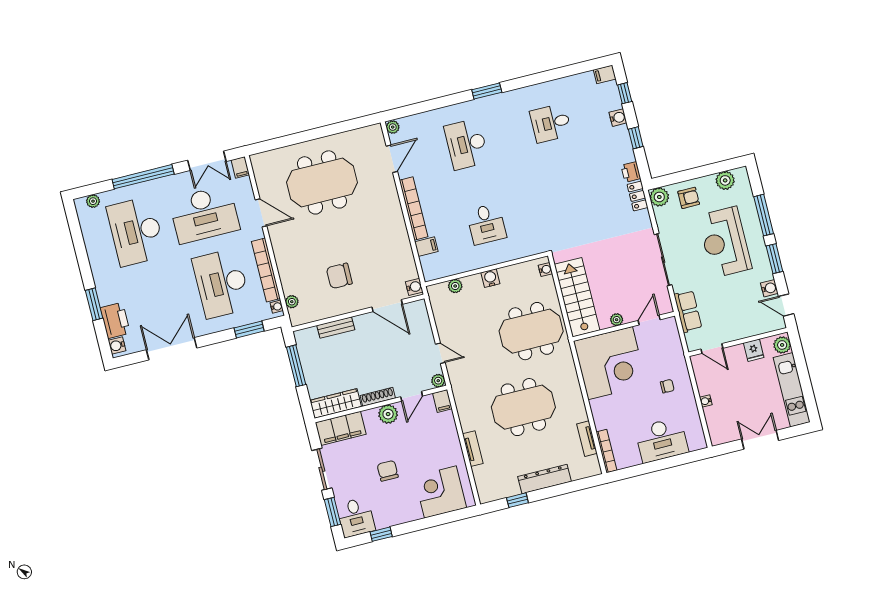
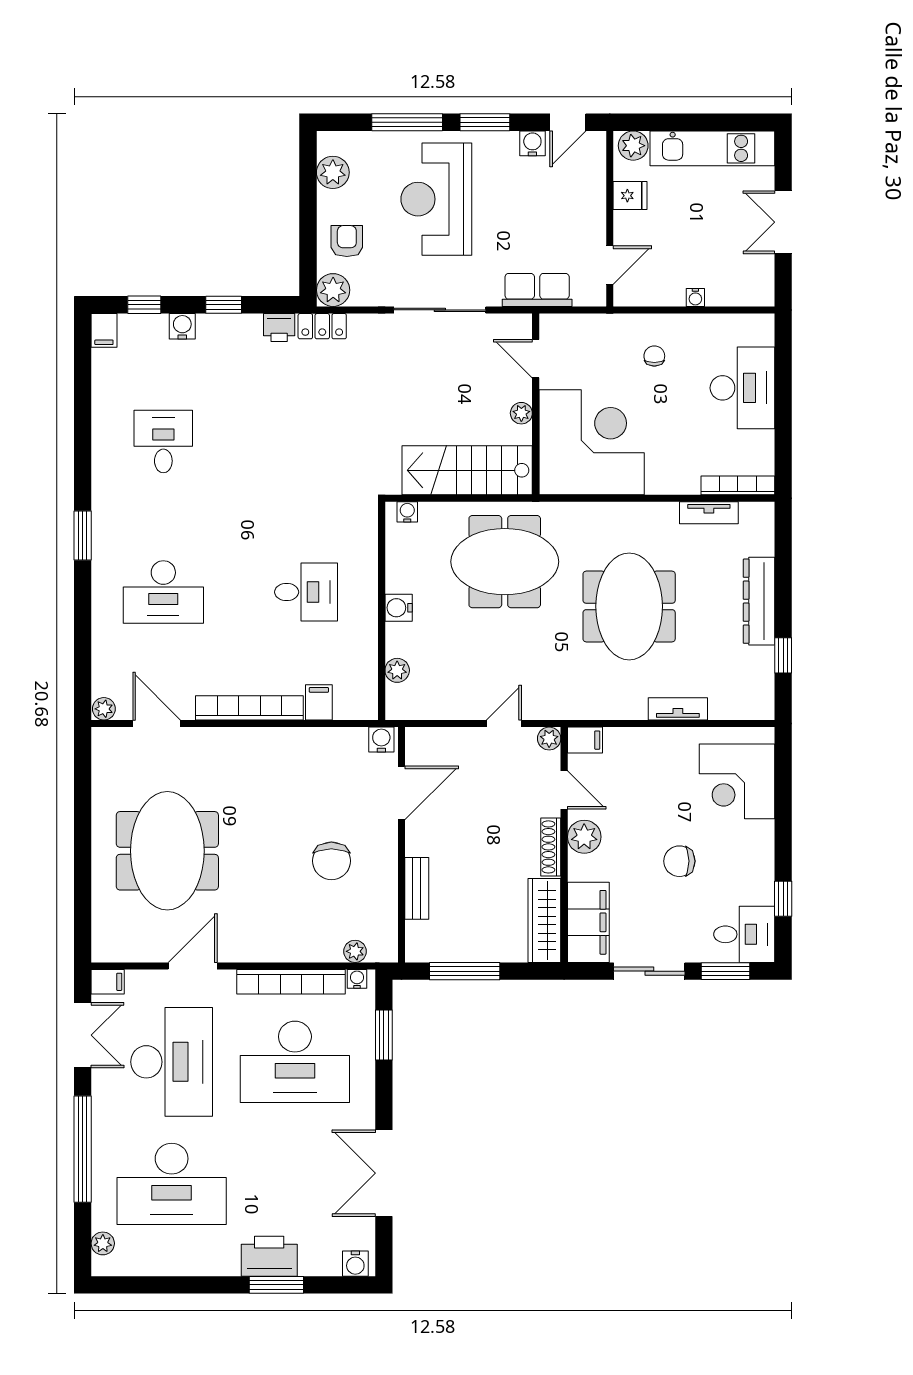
desk: (551, 123) -> (163, 441), turned 180
reception desk: (725, 242) -> (436, 199), turned 90
printer: (115, 320) -> (269, 1256), moved
meeting table: (531, 331) -> (505, 562), turned 90

